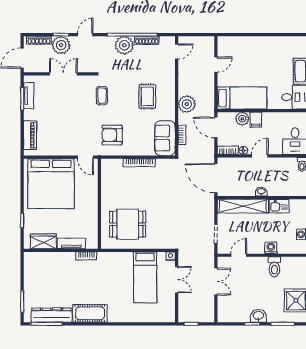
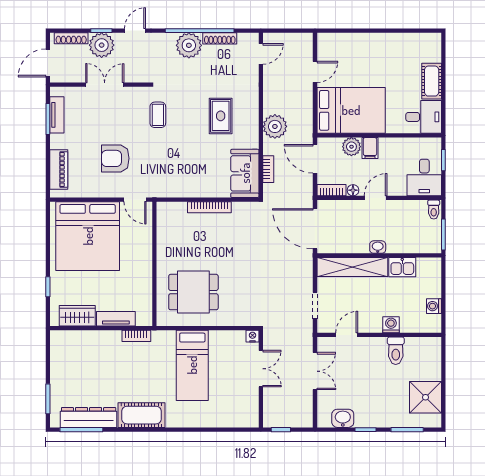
bed: (242, 98) -> (351, 110), width x1.50
armchair: (112, 135) -> (115, 158), moved
bed: (145, 277) -> (192, 365), moved
washbasin: (258, 316) -> (343, 418), moved

